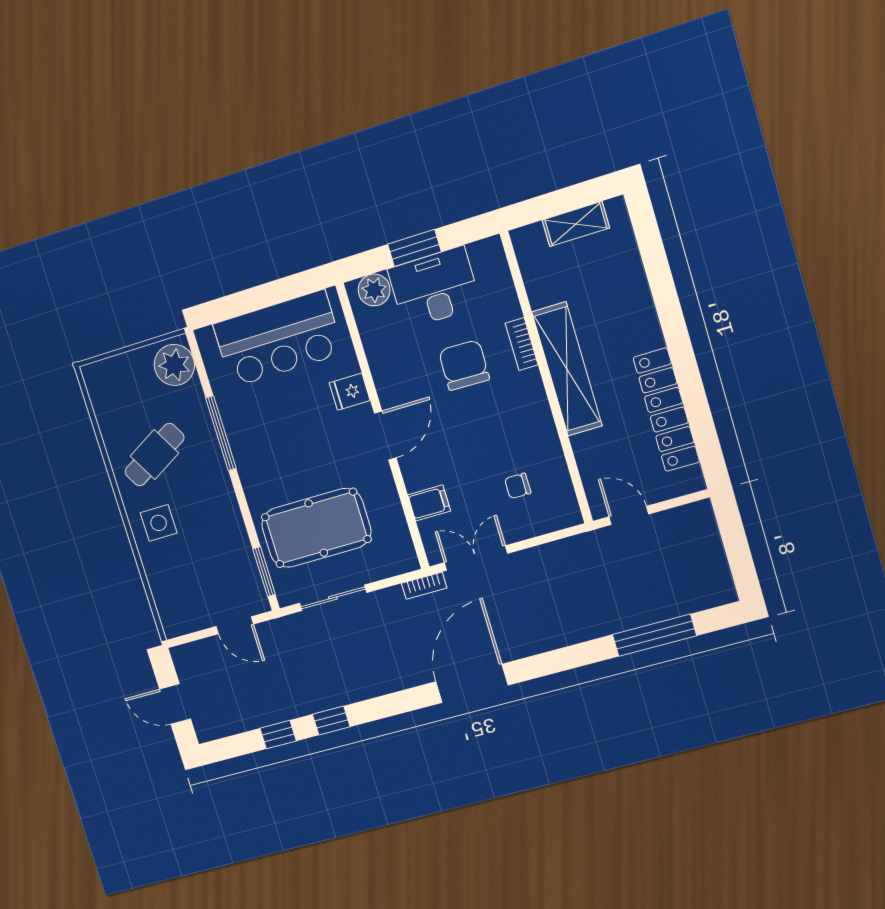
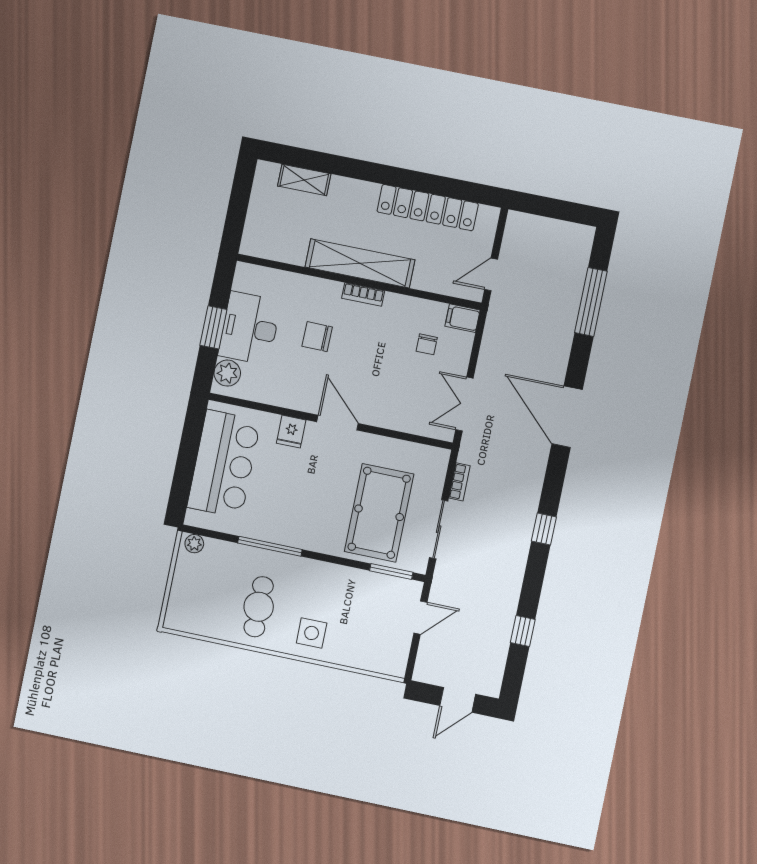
shelving: (576, 224) -> (304, 180), moved, turned 90
bookcase: (522, 344) -> (363, 295), moved
plant: (174, 365) -> (194, 544), width x0.53, depth x0.53
chair: (464, 365) -> (317, 337), width x0.73, depth x0.73
cafe table: (154, 455) -> (259, 607), turned 30
filing cabinet: (429, 503) -> (463, 318), moved, turned -90
bookcase: (424, 586) -> (459, 482), moved
door: (472, 683) -> (567, 417), moved
window: (331, 721) -> (544, 529), moved

